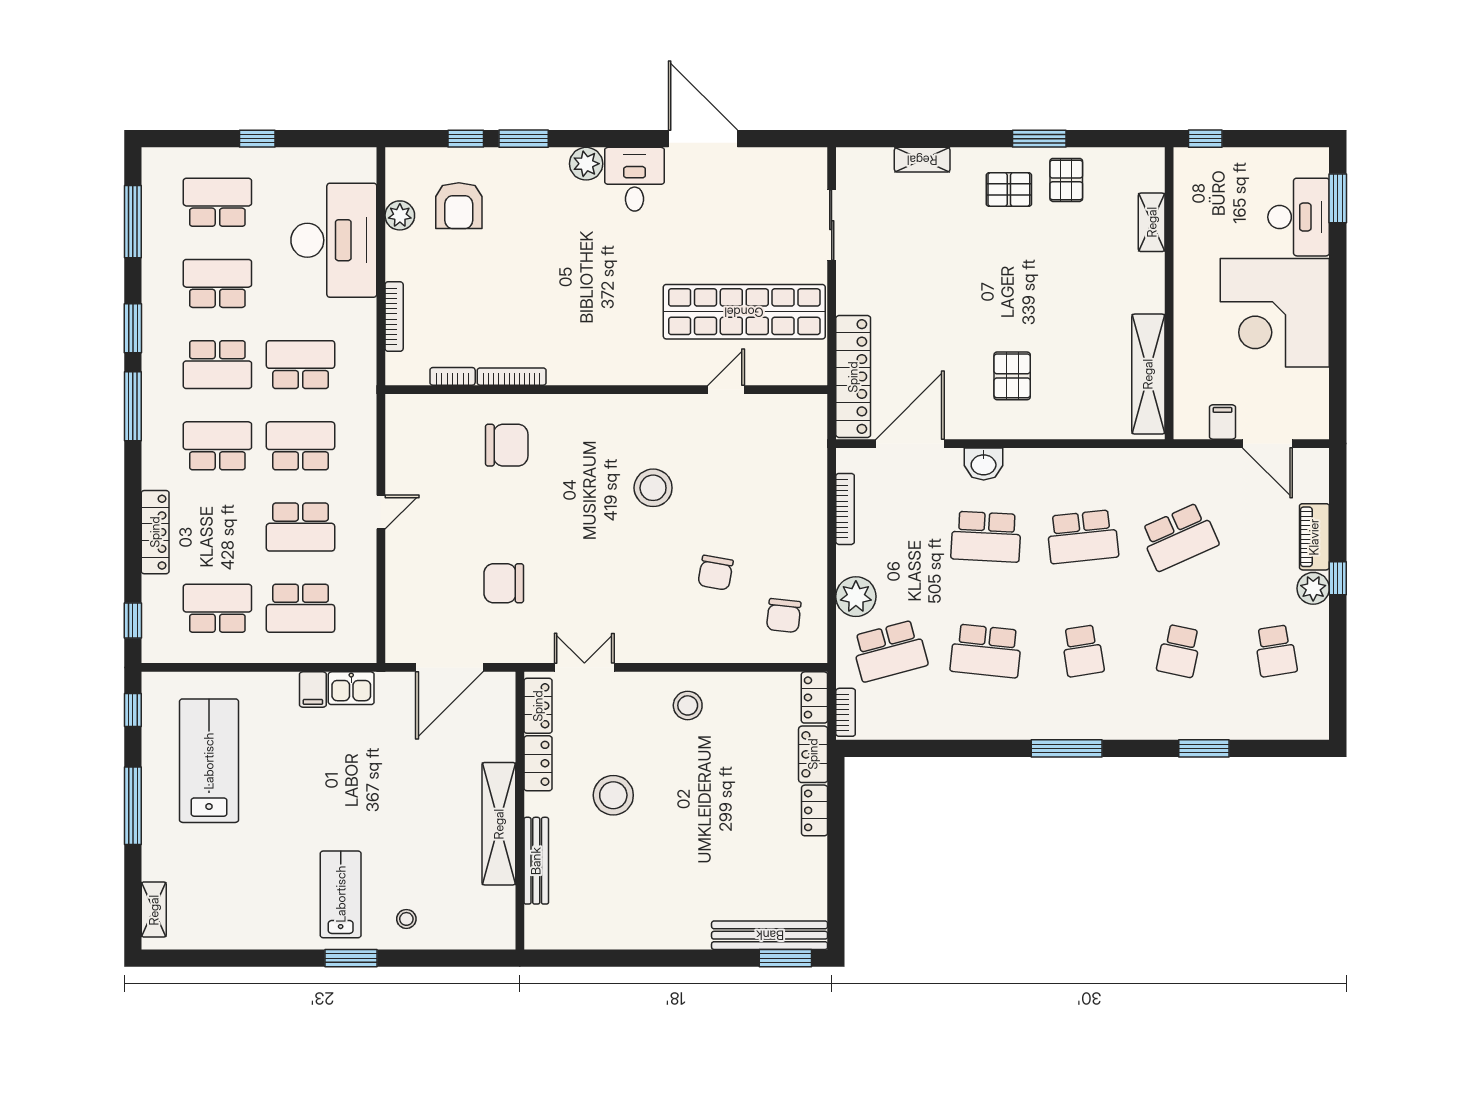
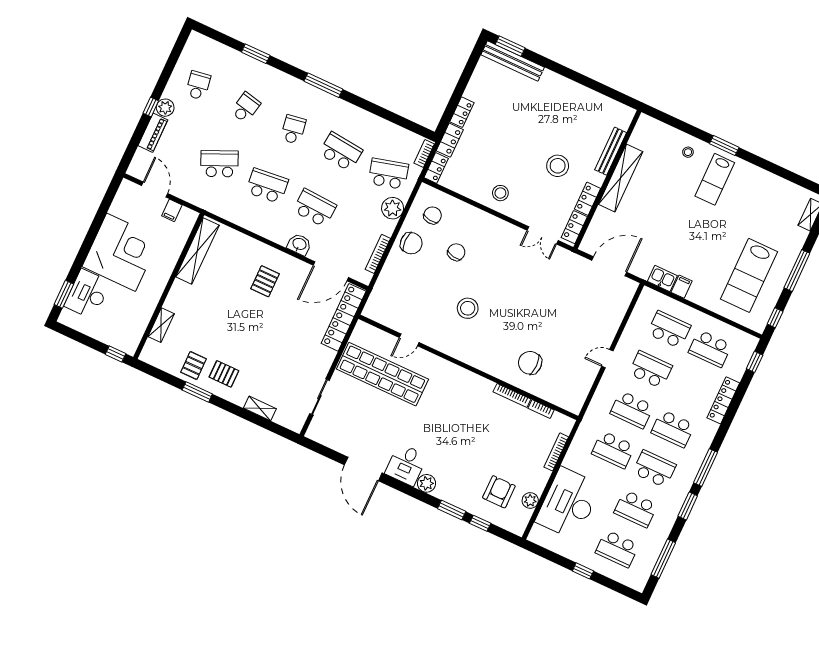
chair: (504, 583) -> (411, 243), moved

